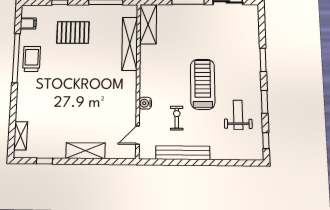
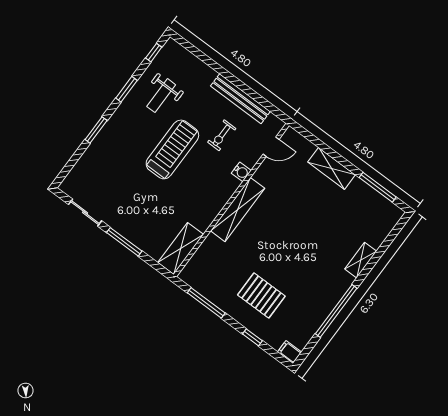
filing cabinet: (28, 23) -> (290, 352), moved
shelving: (130, 44) -> (238, 210), moved
trolley: (32, 59) -> (321, 298), removed
treadmill: (203, 84) -> (172, 149), turned 180
shelving: (21, 136) -> (361, 260), moved
window: (44, 161) -> (378, 187), width x2.17

